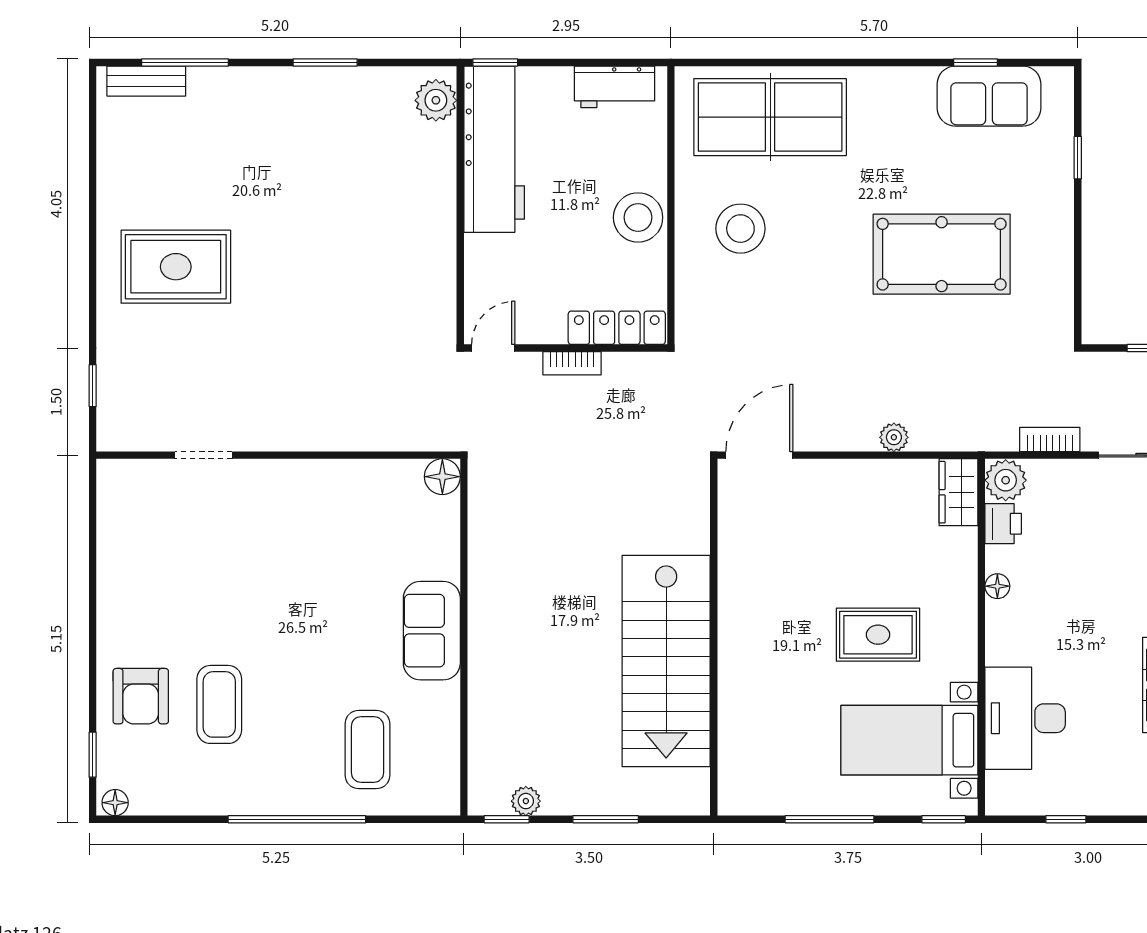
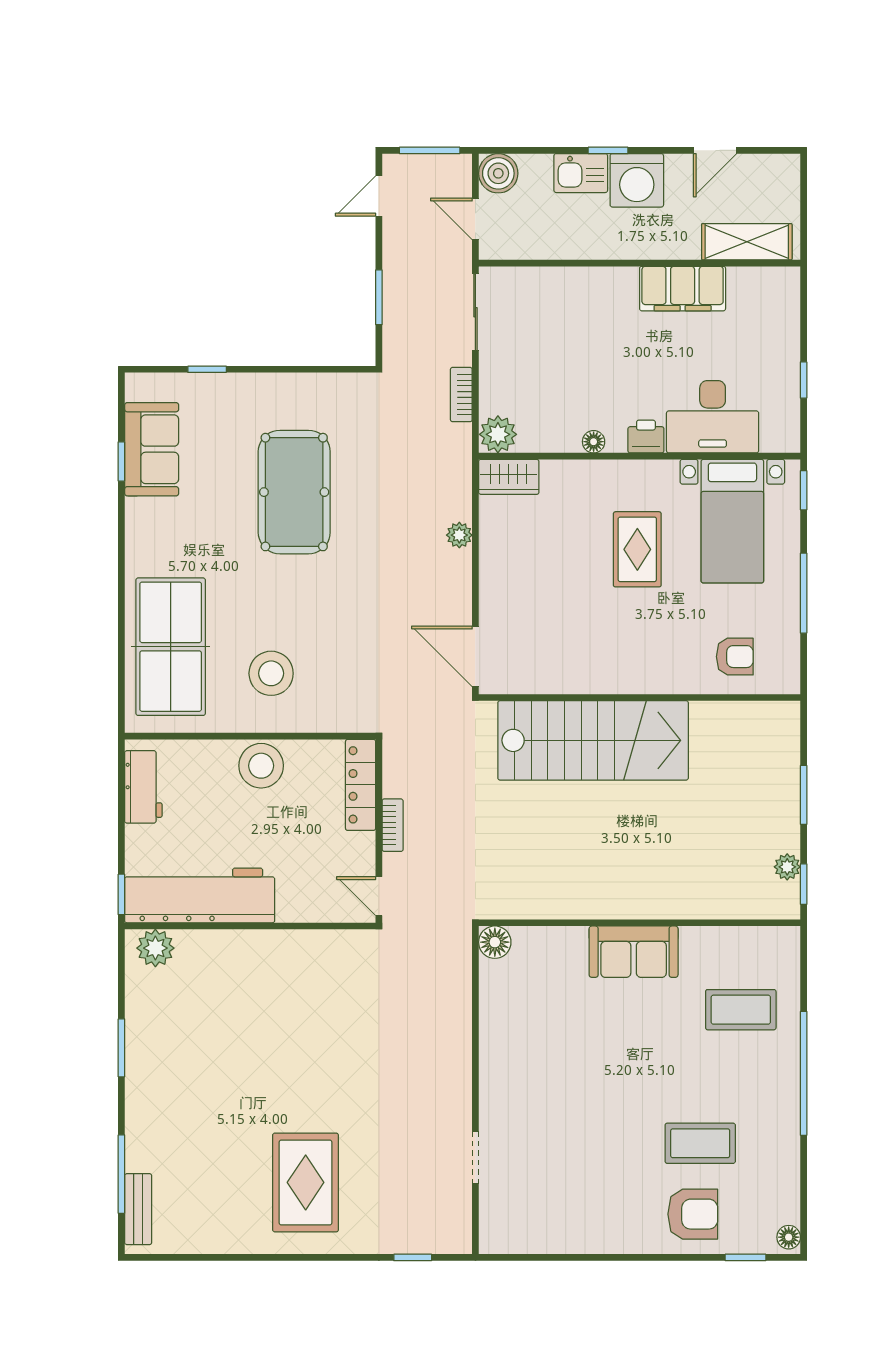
printer: (1003, 524) -> (646, 437), moved
stairs: (666, 661) -> (593, 740), moved
armchair: (759, 743) -> (735, 657), added

